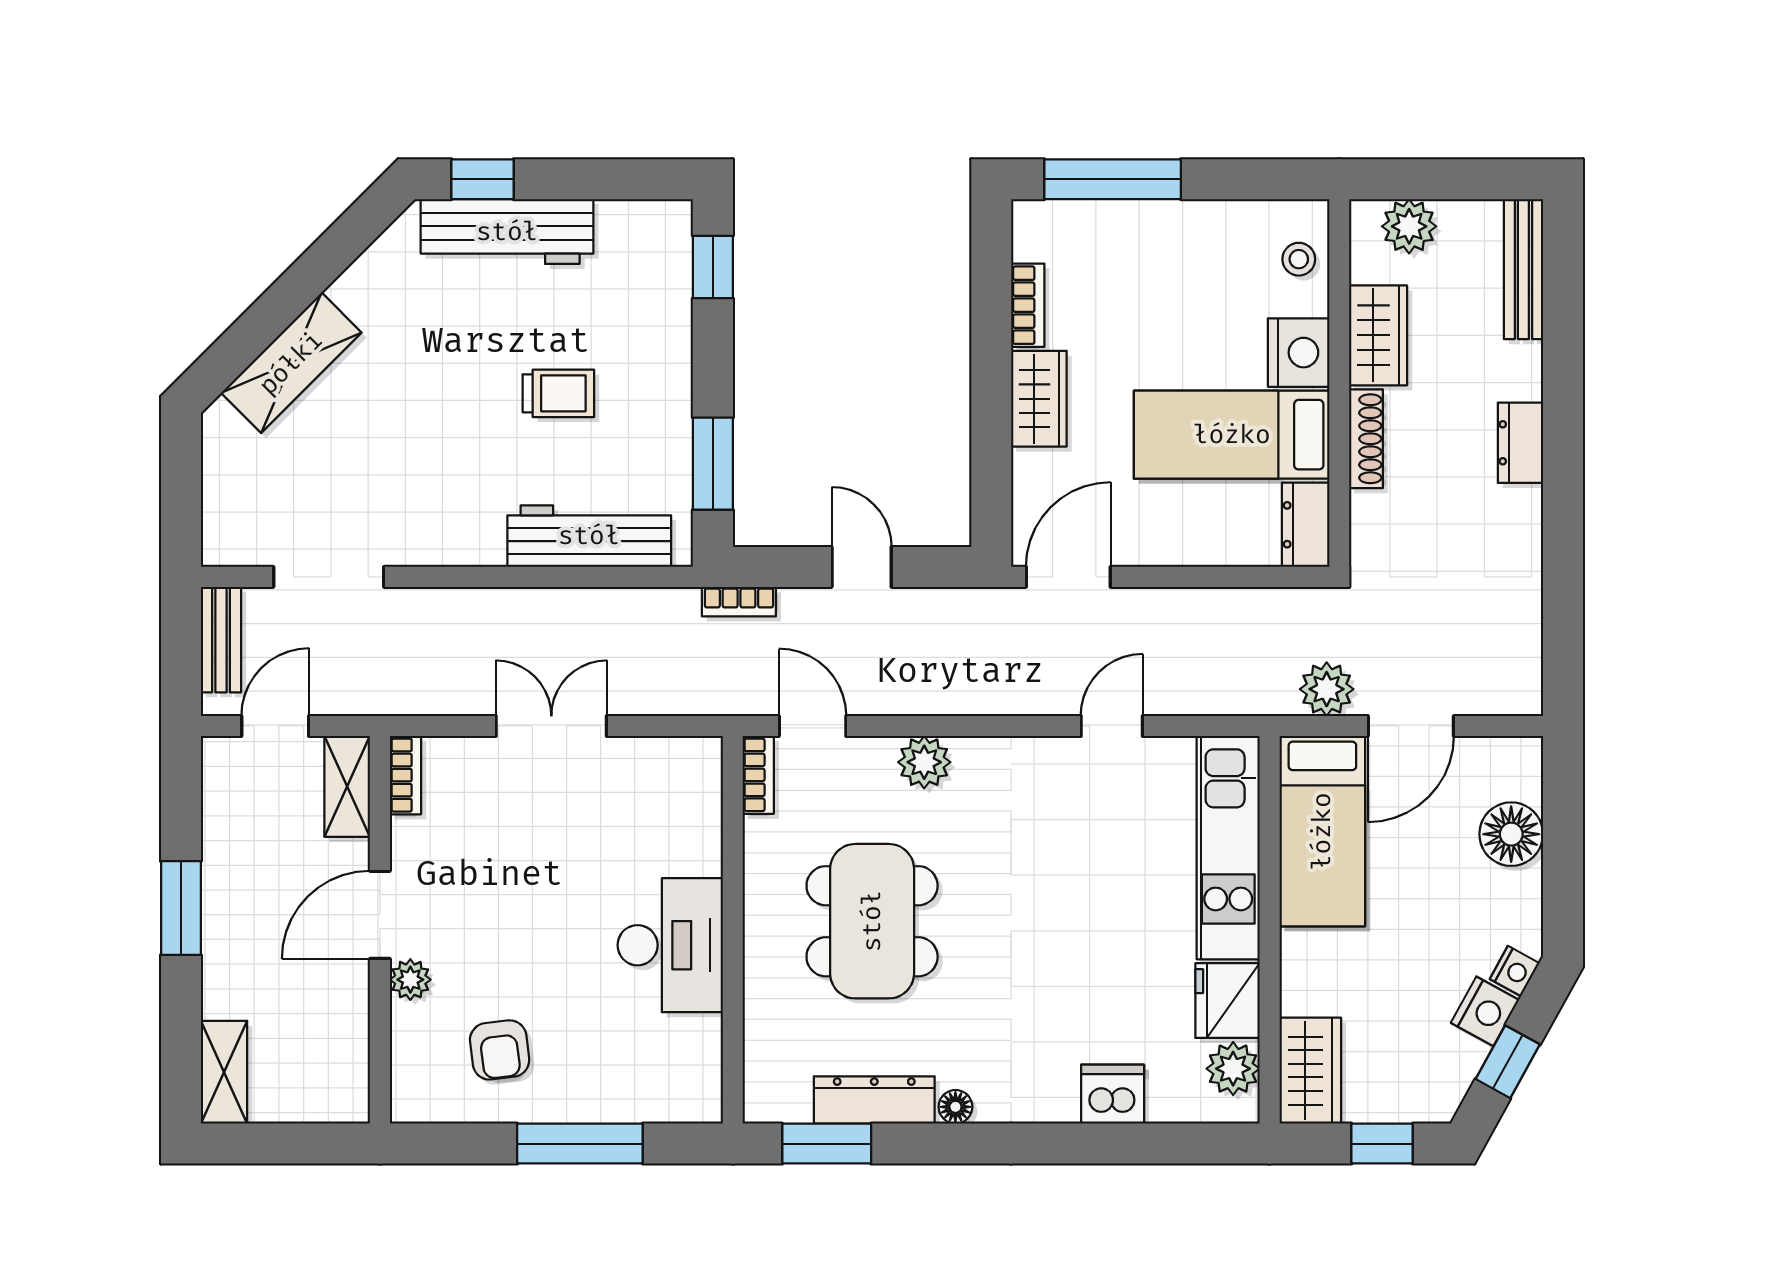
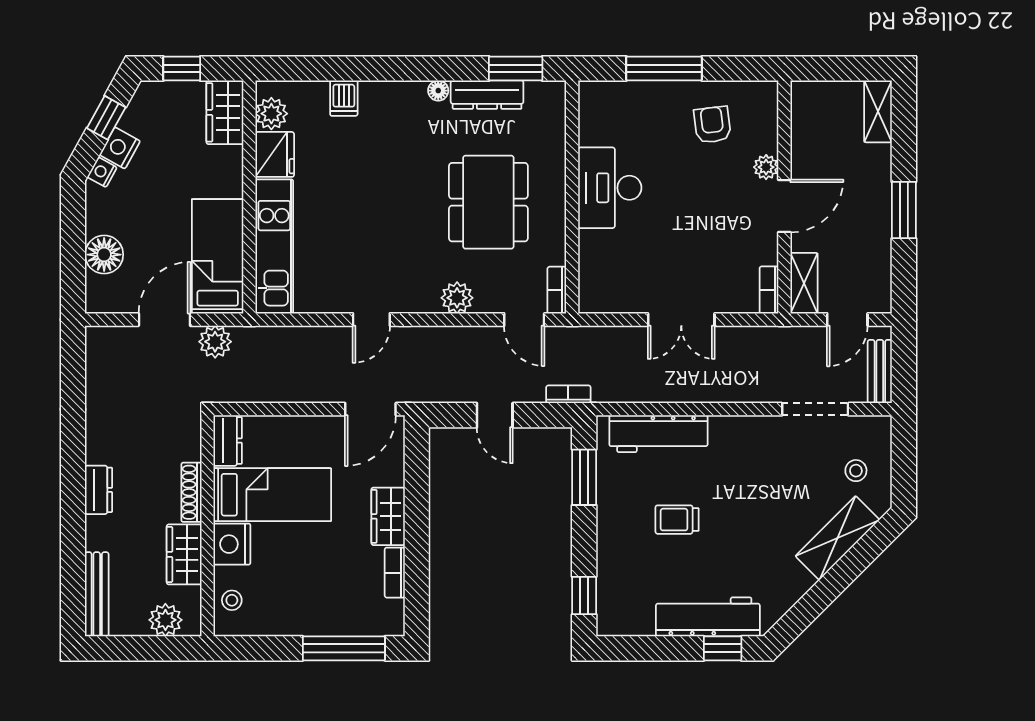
stool: (261, 475) -> (856, 471), added
door: (1112, 726) -> (371, 320), moved
dishwasher: (1113, 1094) -> (344, 98), width x0.73

